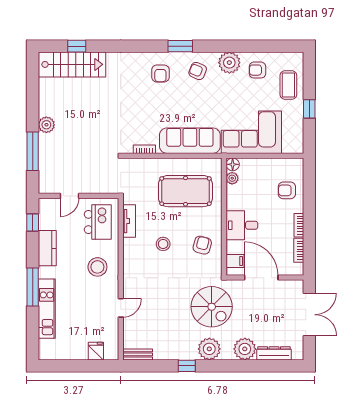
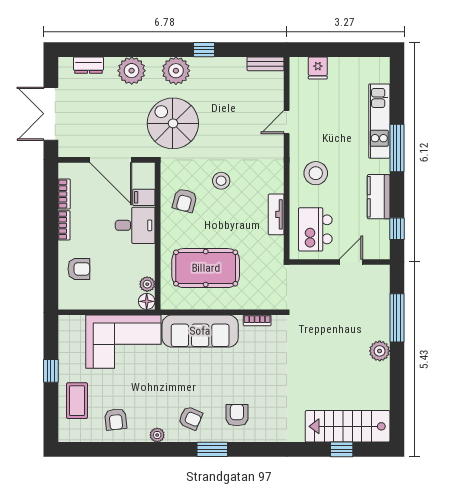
plant: (229, 63) -> (157, 435), width x0.53, depth x0.53
armchair: (257, 70) -> (116, 419), turned 84
tv unit: (129, 221) -> (276, 214), moved
stool: (163, 244) -> (221, 181), moved
filing cabinet: (235, 261) -> (144, 197), moved
dresser: (274, 353) -> (88, 65), width x0.70

